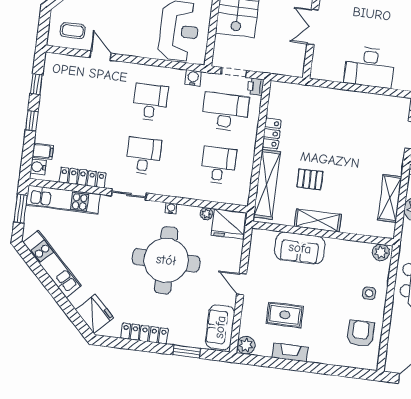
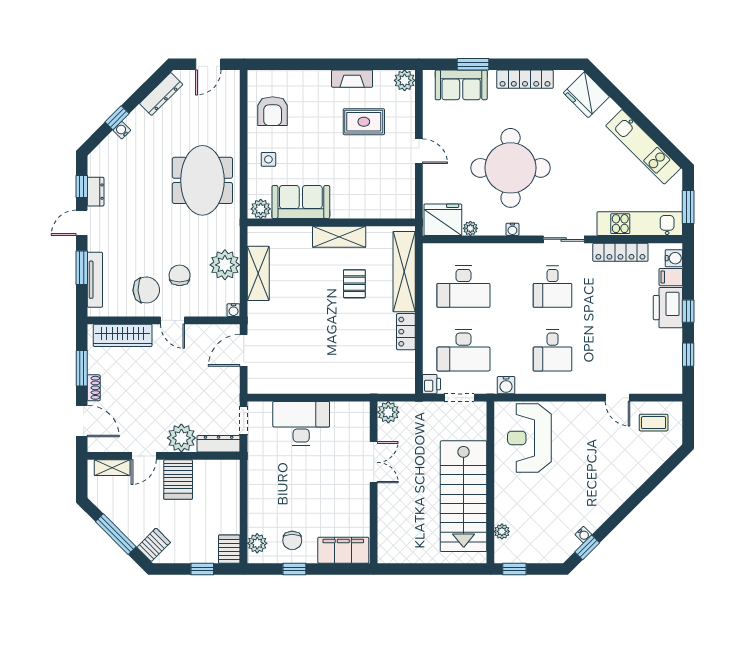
plant: (295, 68) -> (388, 412), added
printer: (48, 126) -> (668, 308), added
desk: (218, 165) -> (463, 287), width x1.37
pallet: (310, 179) -> (354, 284), turned 90
sofa: (300, 248) -> (301, 202), moved
sofa: (220, 327) -> (461, 85), moved, turned 90

